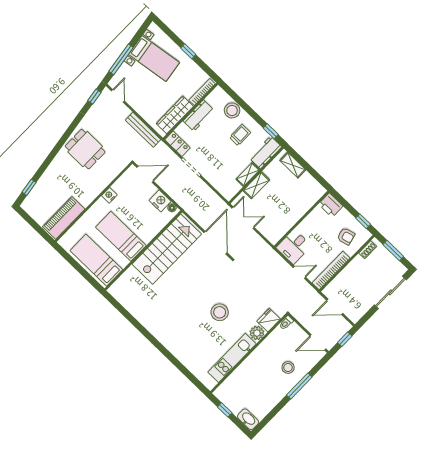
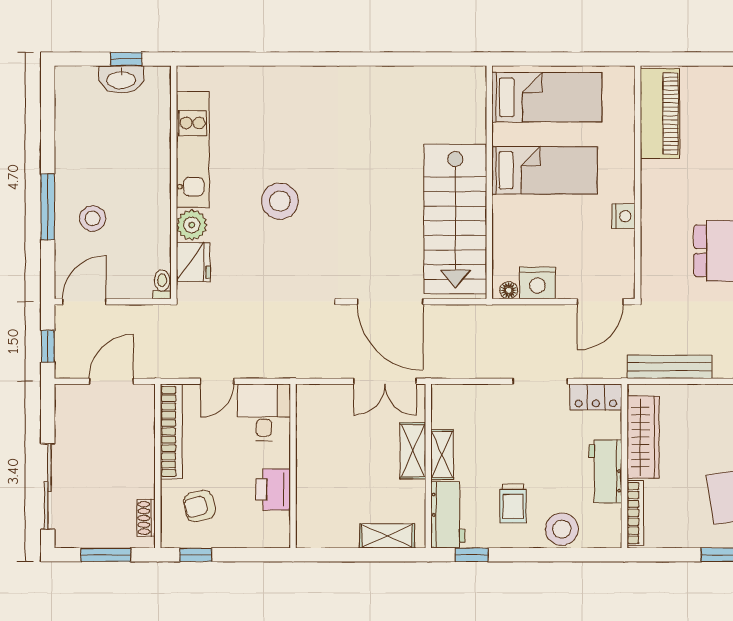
printer: (331, 205) -> (273, 489), moved, turned -90
washbasin: (248, 419) -> (121, 79), moved

